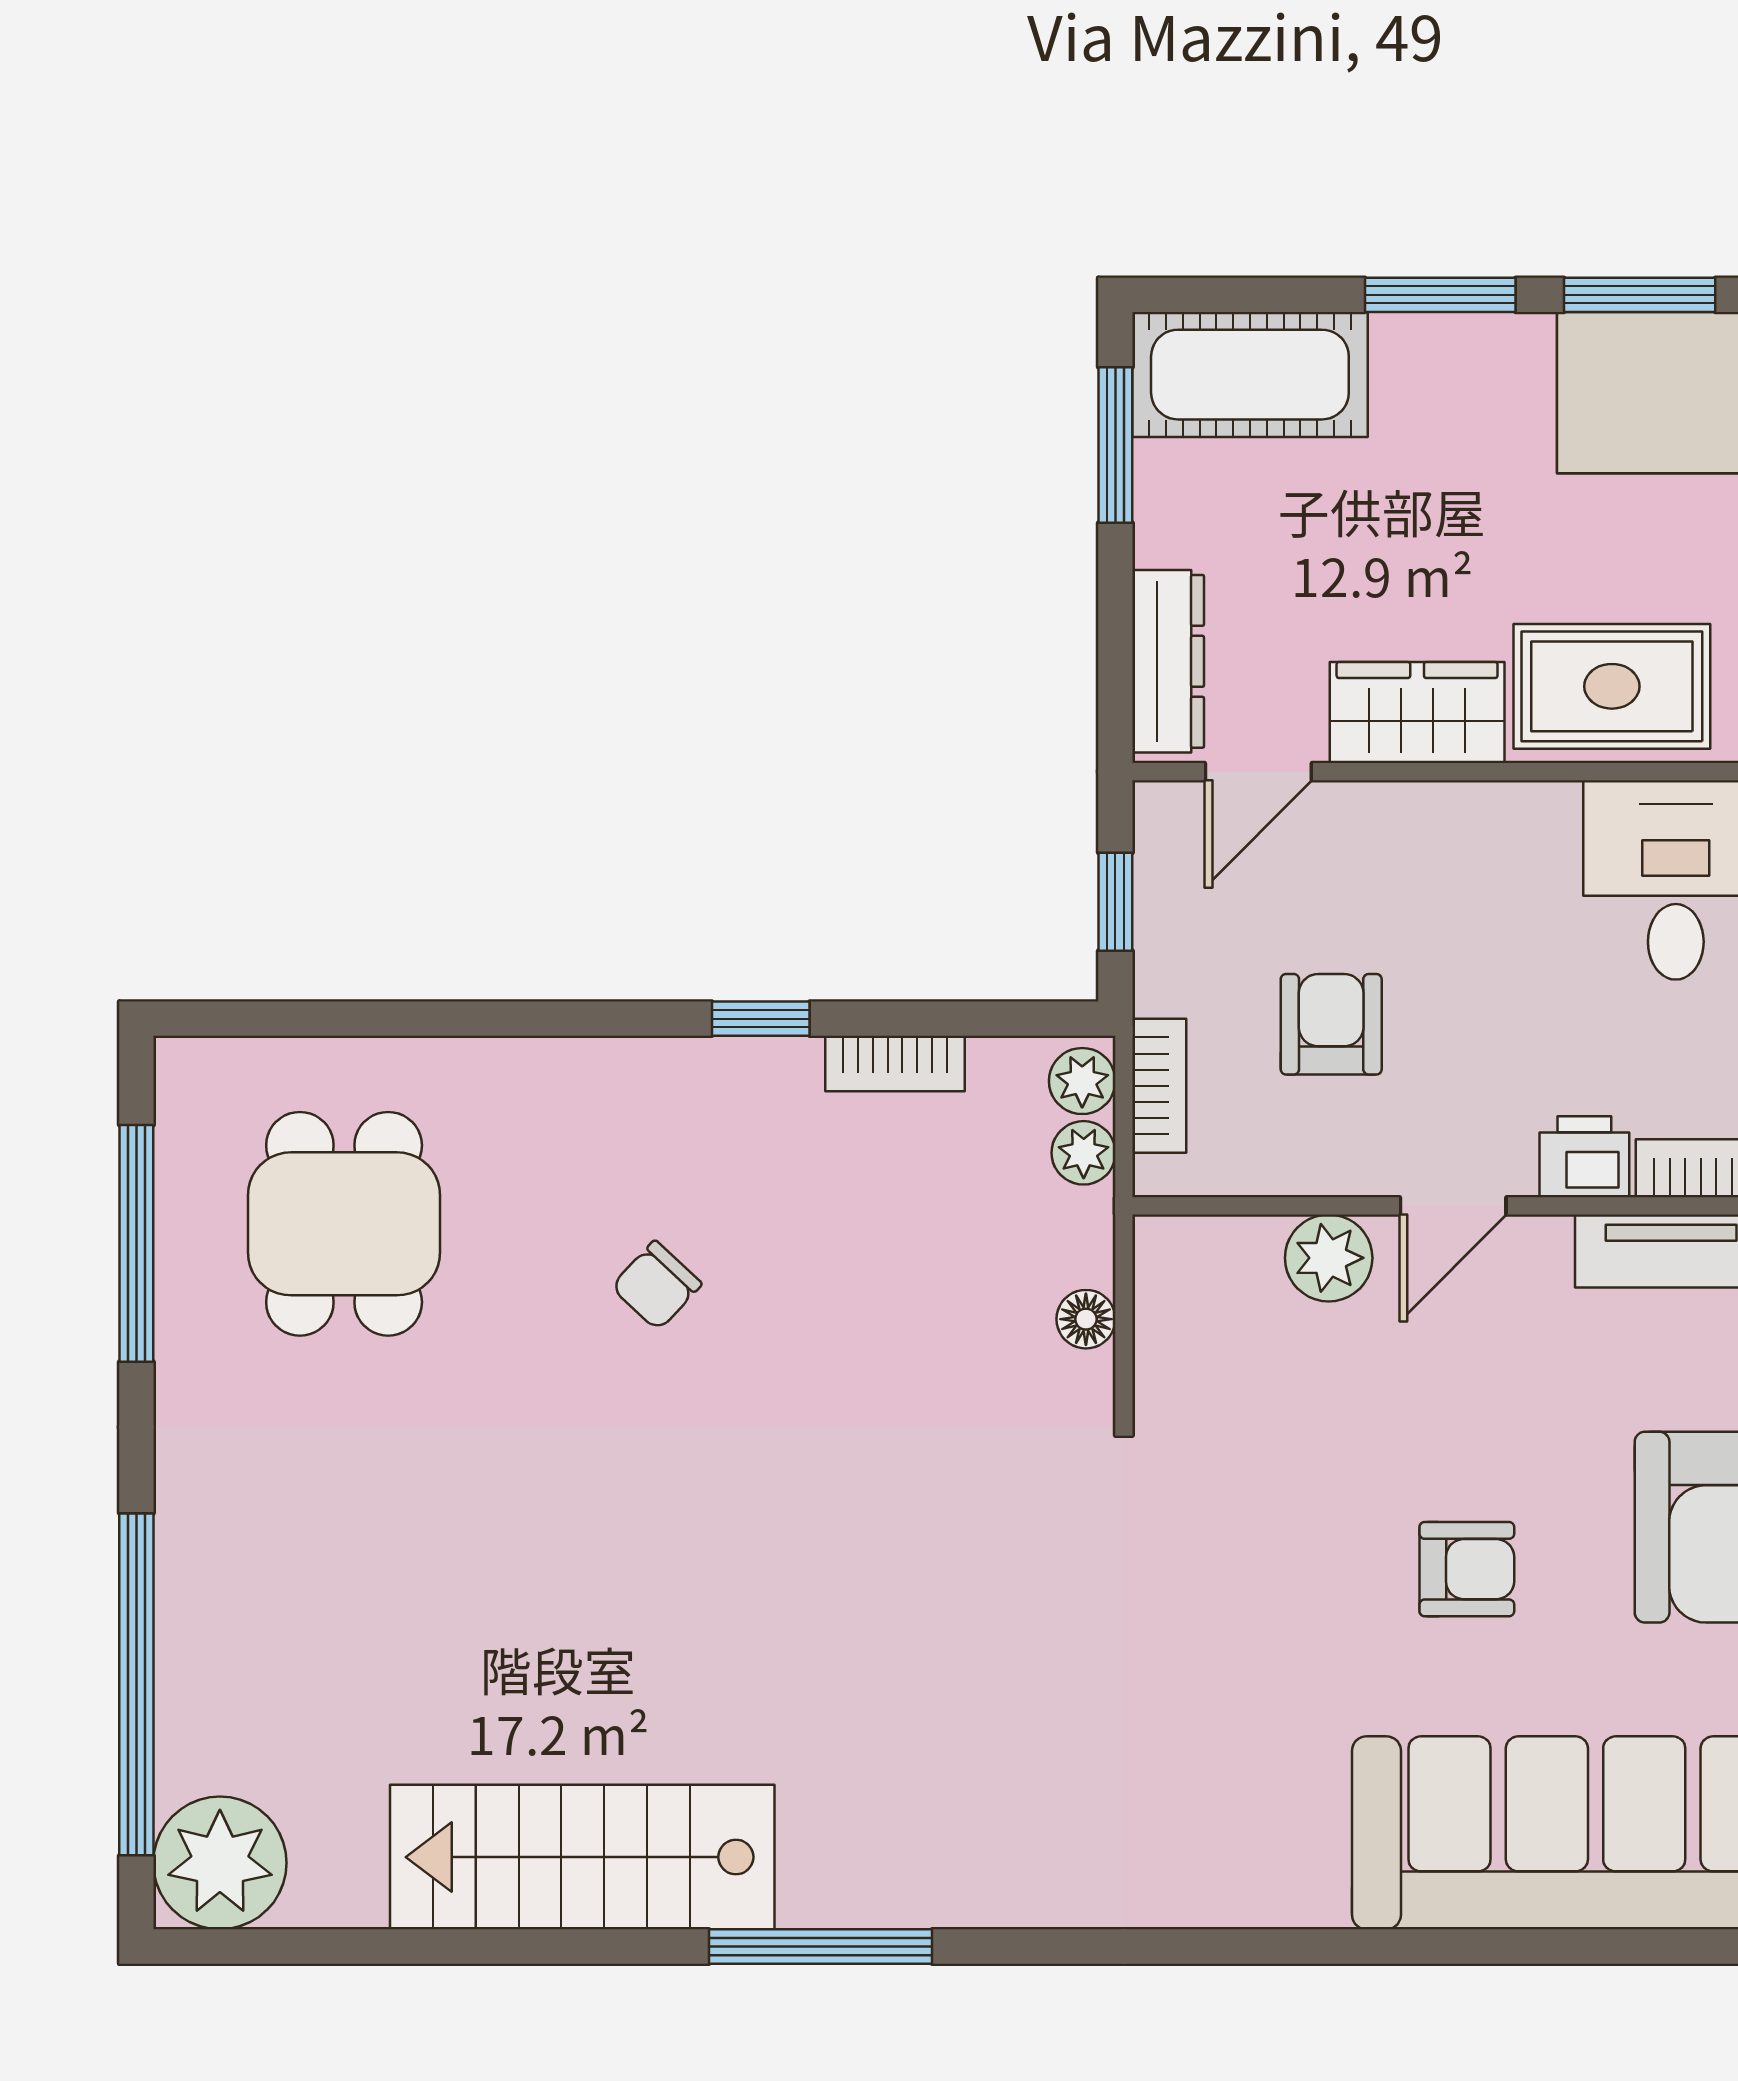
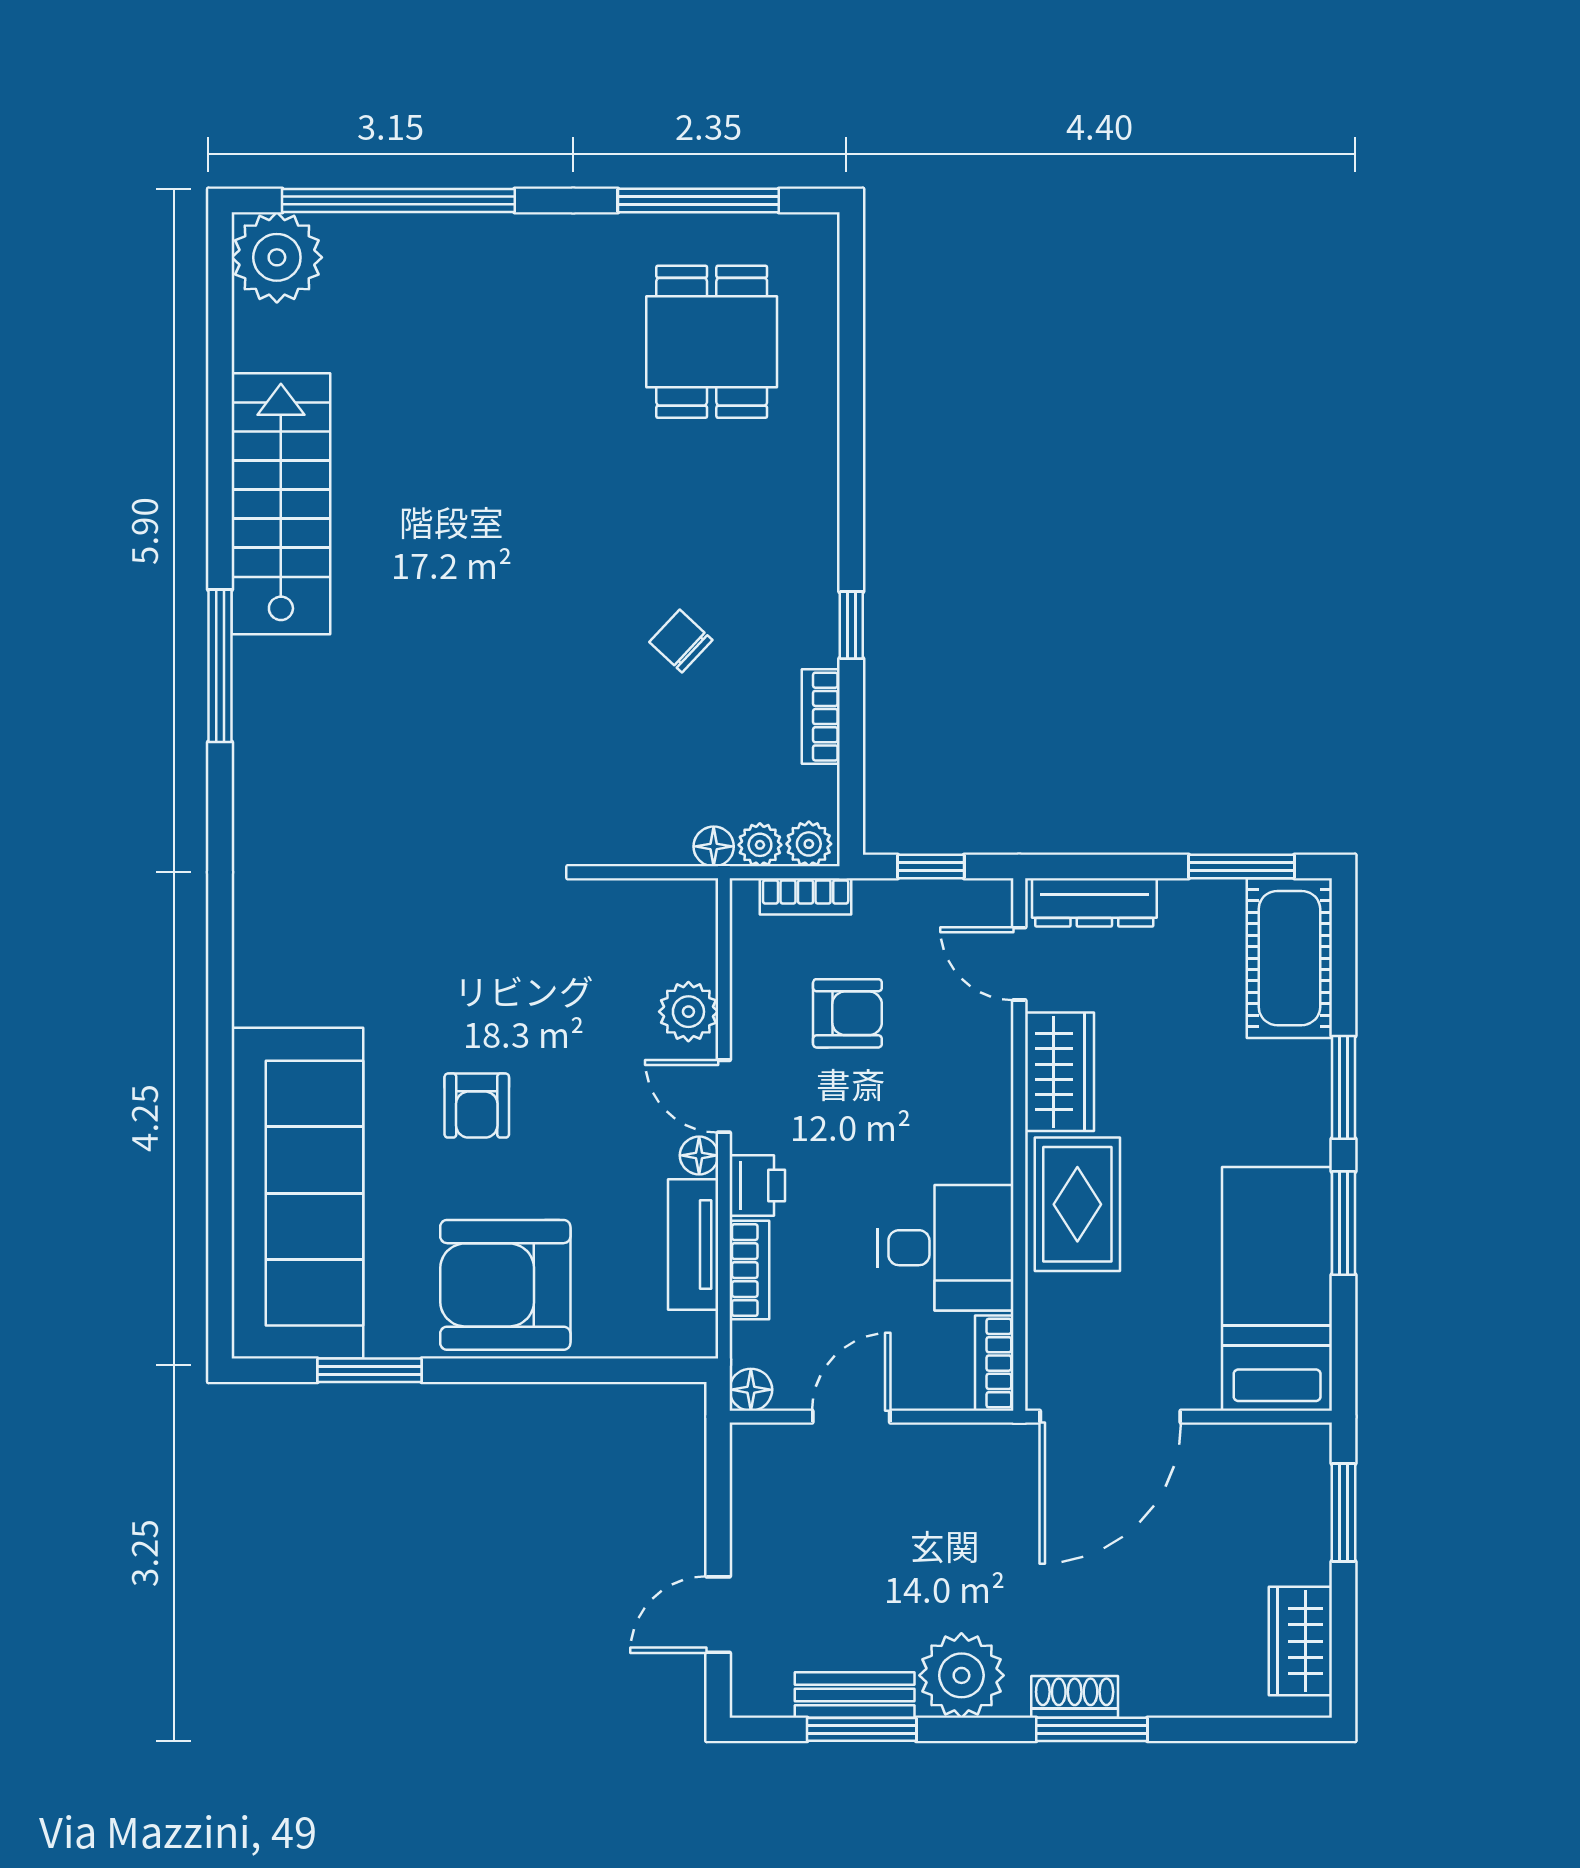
dining table: (344, 1224) -> (712, 342), turned 90
floor lamp: (1540, 1242) -> (699, 1155), added
chair: (656, 1285) -> (681, 641), moved
floor lamp: (1086, 1319) -> (714, 846), moved

